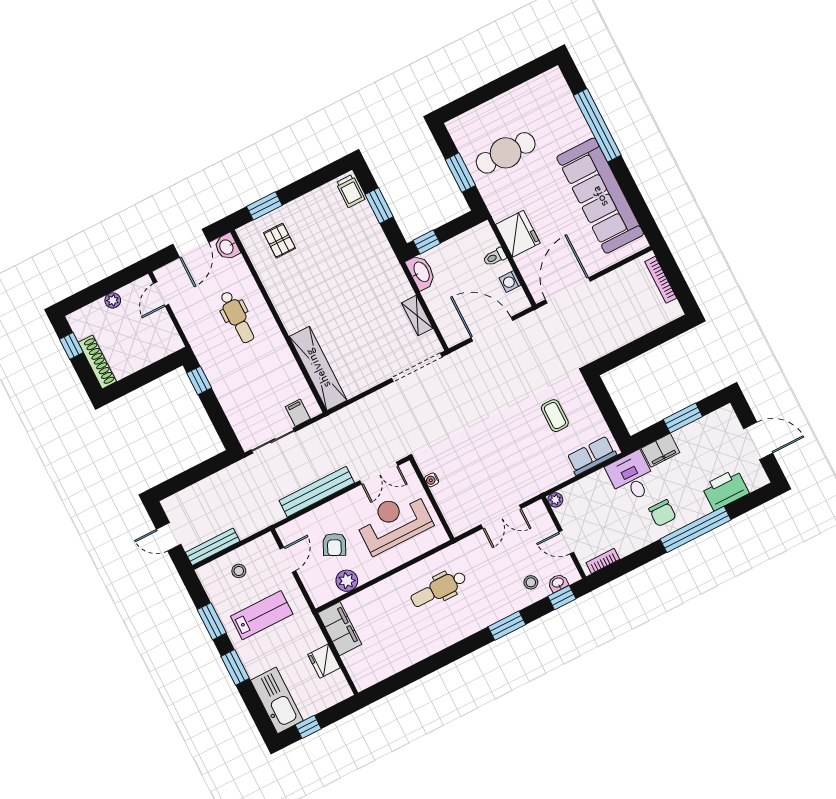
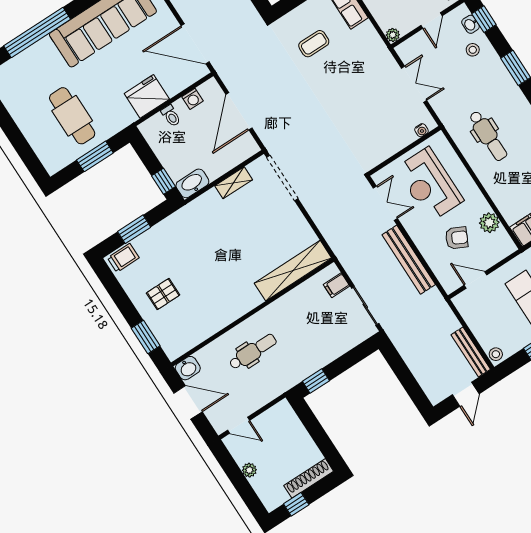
pallet: (280, 241) -> (163, 294), moved
water cooler: (432, 480) -> (421, 130), moved
stool: (239, 571) -> (496, 354), moved

